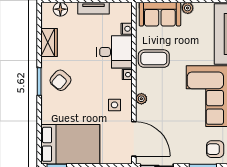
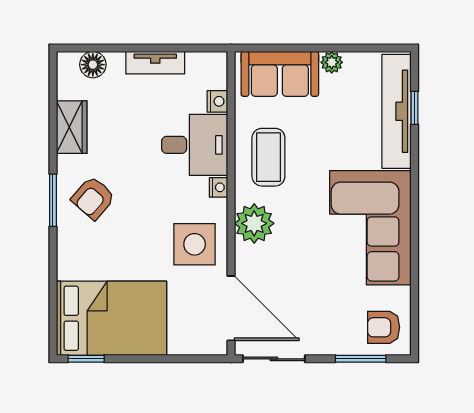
coffee table: (154, 59) -> (268, 157), turned 90
plant: (141, 99) -> (254, 223), width x1.87, depth x1.87
side table: (114, 105) -> (195, 244), width x1.87, depth x1.87

